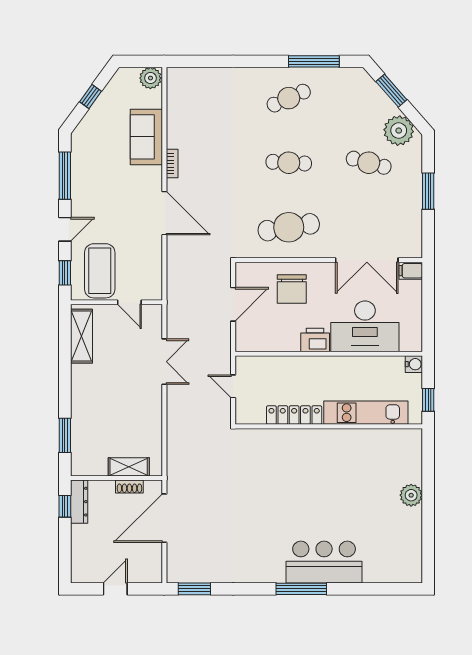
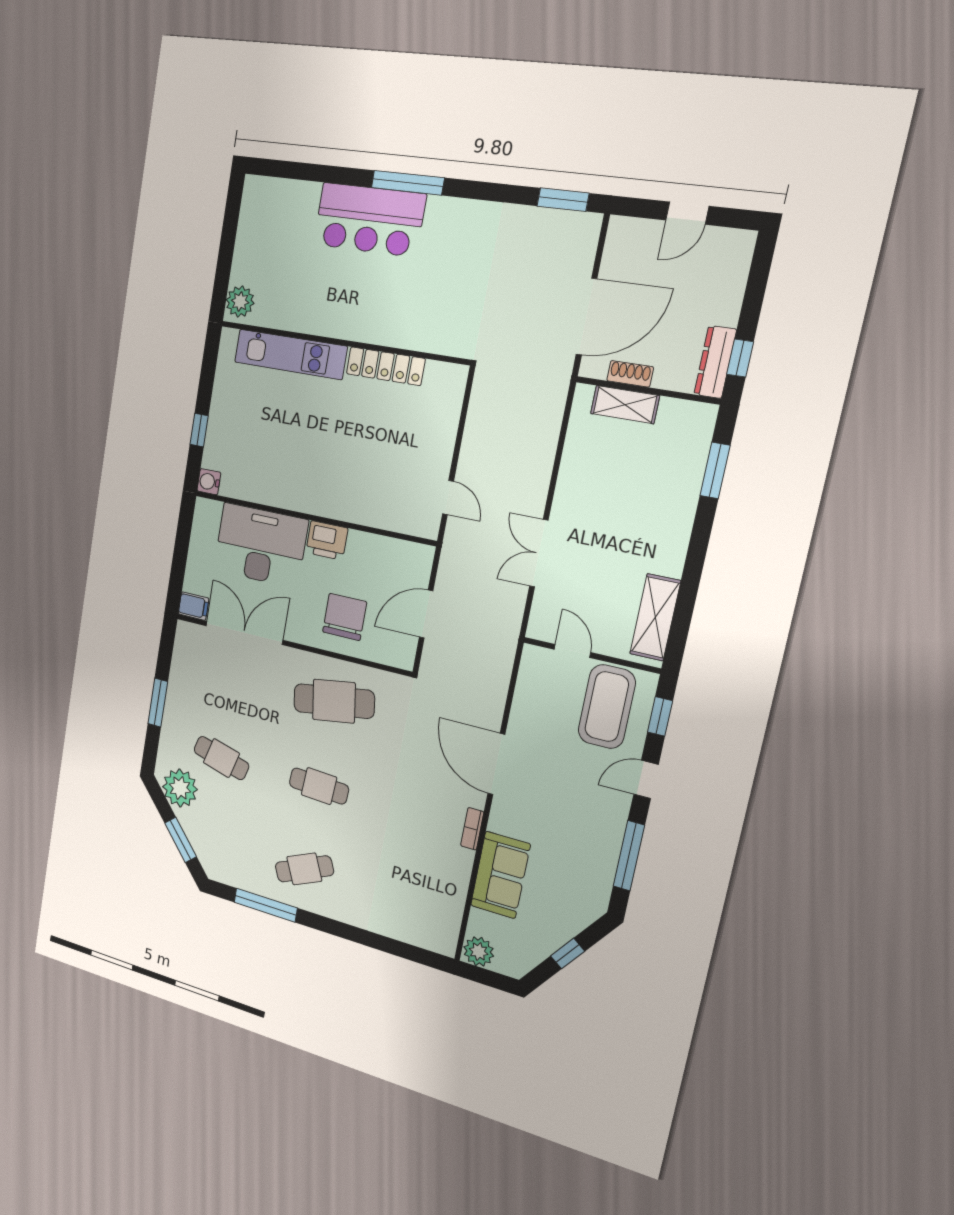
kitchen unit: (366, 413) -> (290, 354), moved
locker: (294, 415) -> (386, 366), moved
wall: (329, 426) -> (342, 342), moved

